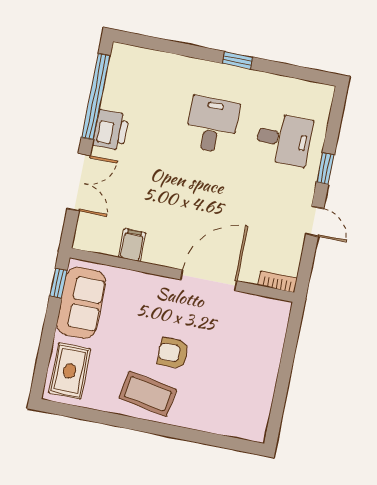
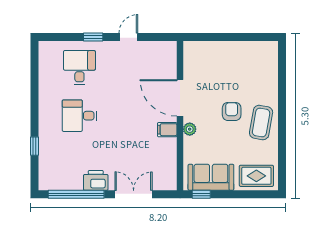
window: (238, 60) -> (34, 146), moved
filing cabinet: (132, 245) -> (167, 130), moved
bookcase: (278, 282) -> (172, 53), removed
plant: (159, 285) -> (190, 129), added
armchair: (173, 353) -> (232, 111), turned 180

